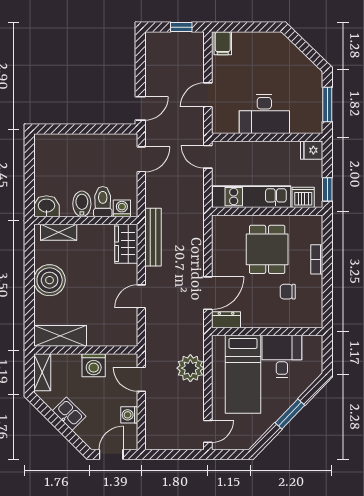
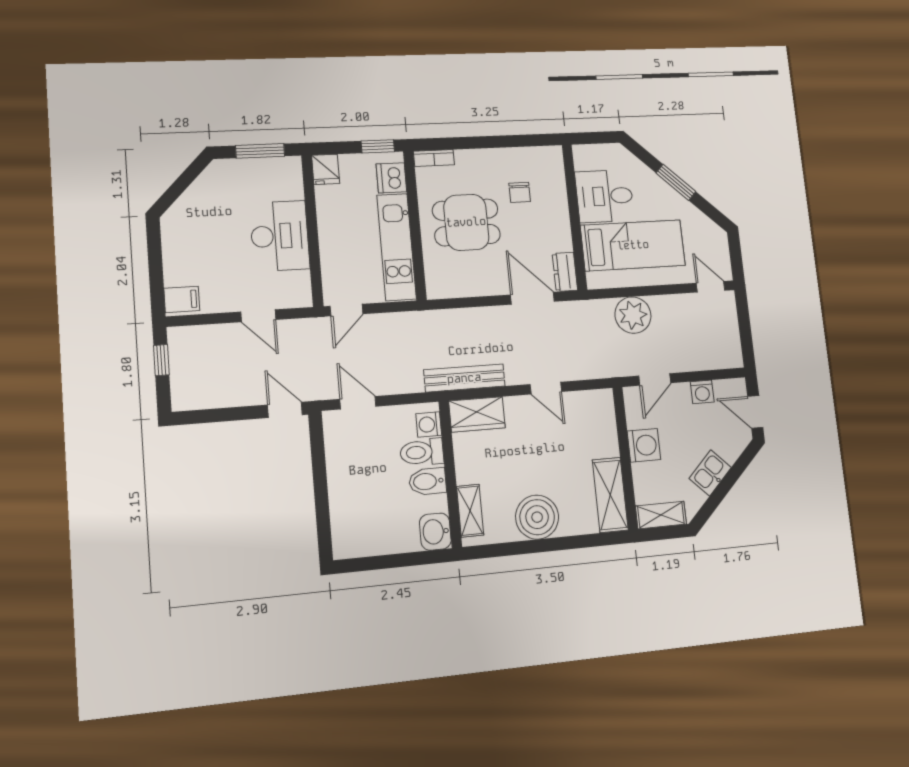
bookcase: (317, 259) -> (434, 158), moved

